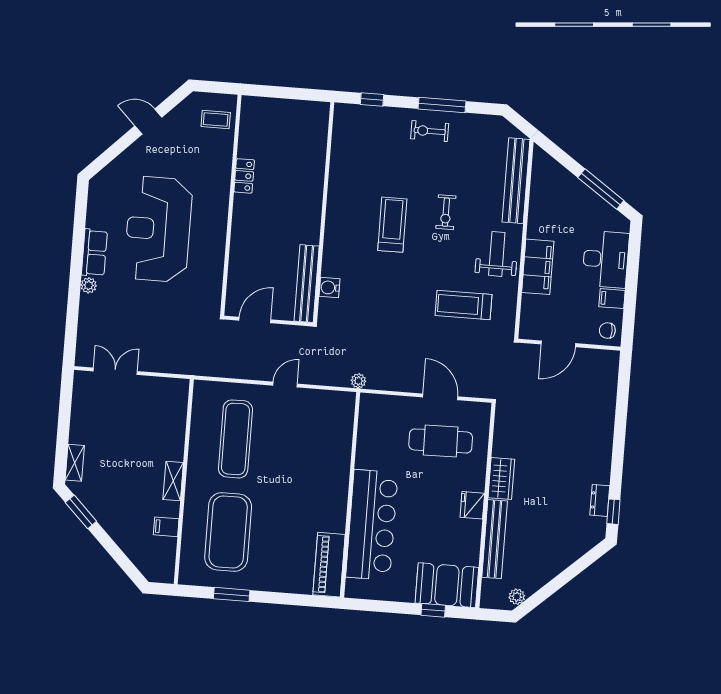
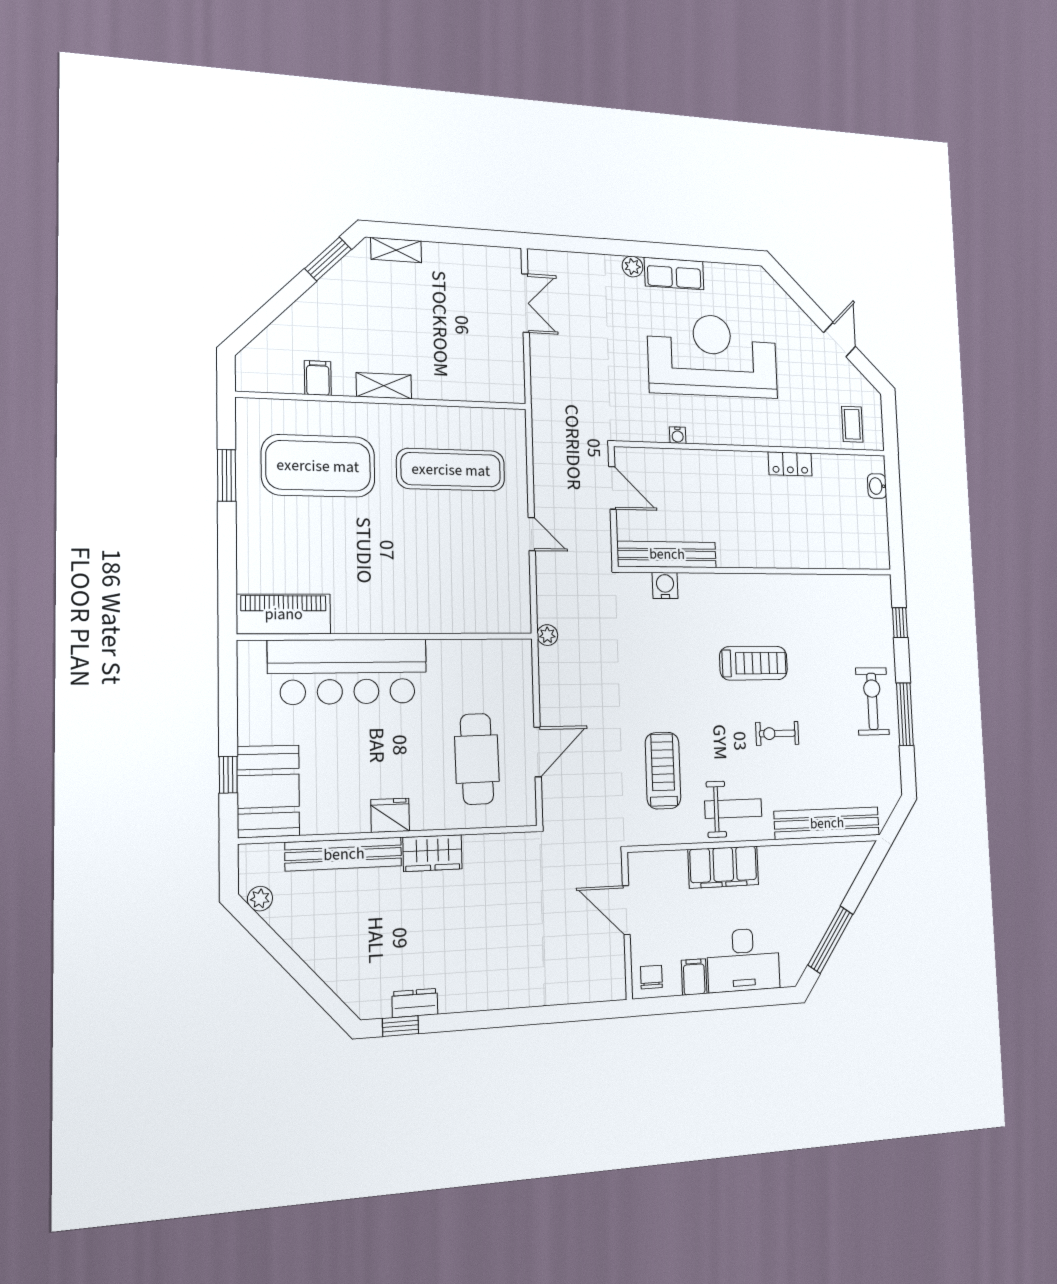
washbasin: (265, 105) -> (877, 486), added
exercise bike: (430, 131) -> (872, 701), width x1.38, depth x1.39
water cooler: (218, 265) -> (678, 435), added

